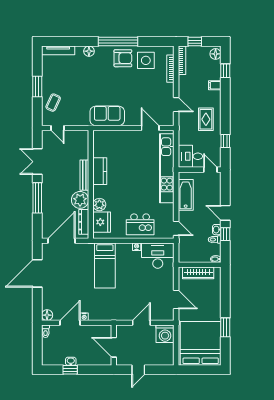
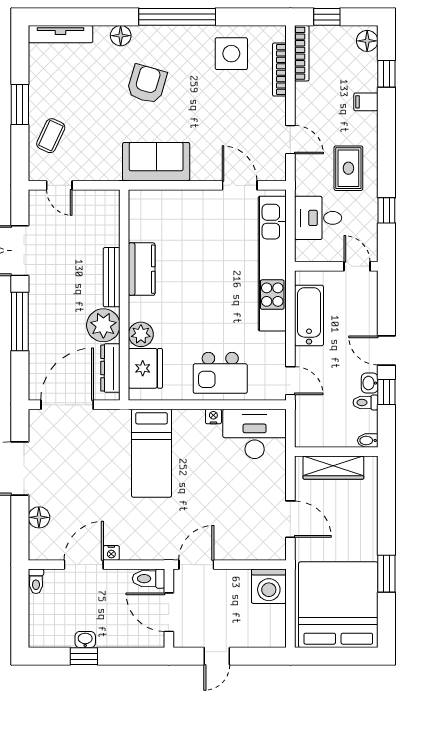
armchair: (123, 58) -> (147, 84), moved, turned -74
desk: (190, 156) -> (318, 218), moved
floor lamp: (47, 315) -> (39, 517), moved
door: (141, 323) -> (196, 565), moved
toilet: (103, 330) -> (149, 579), added

